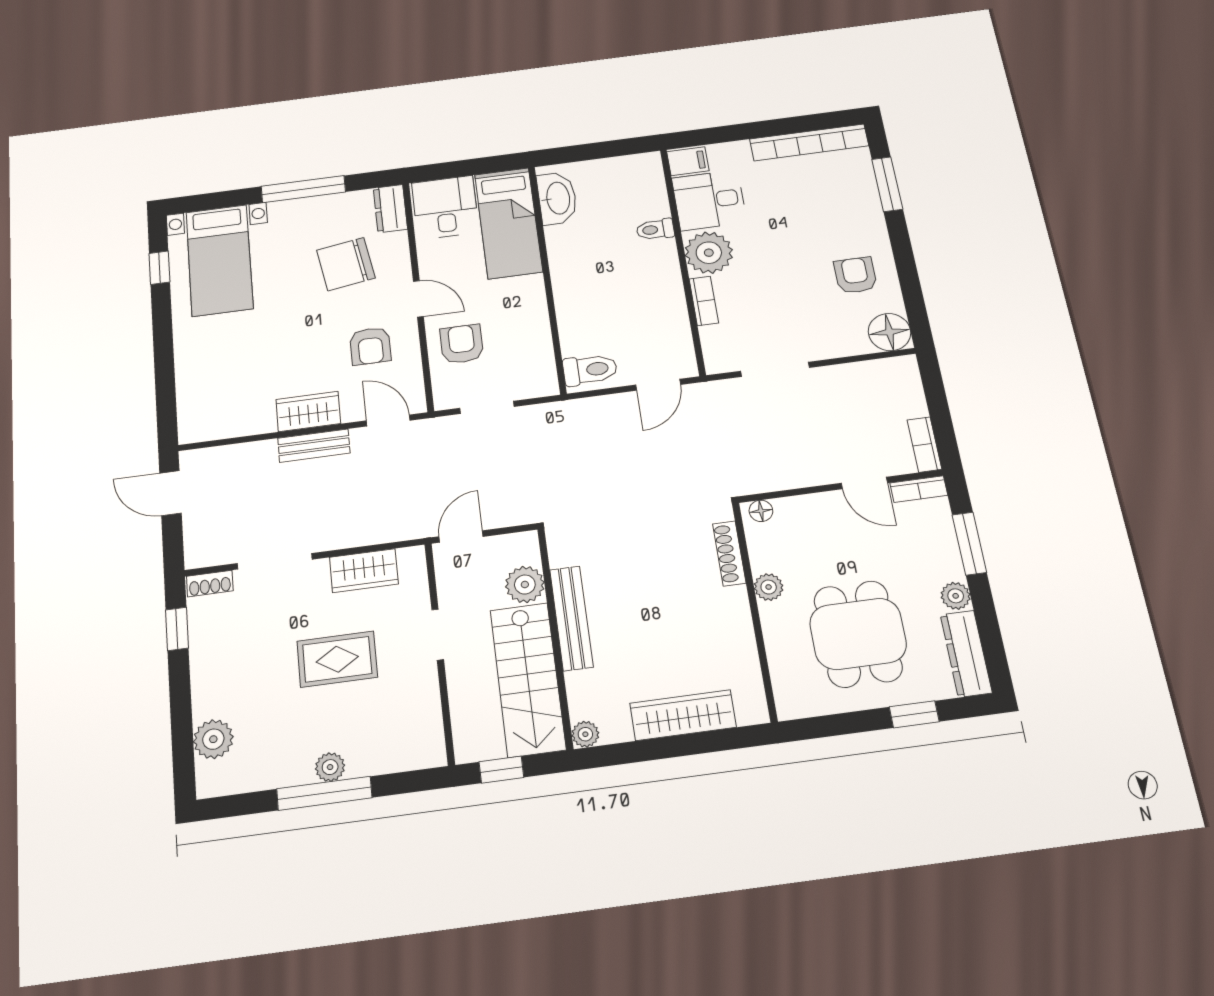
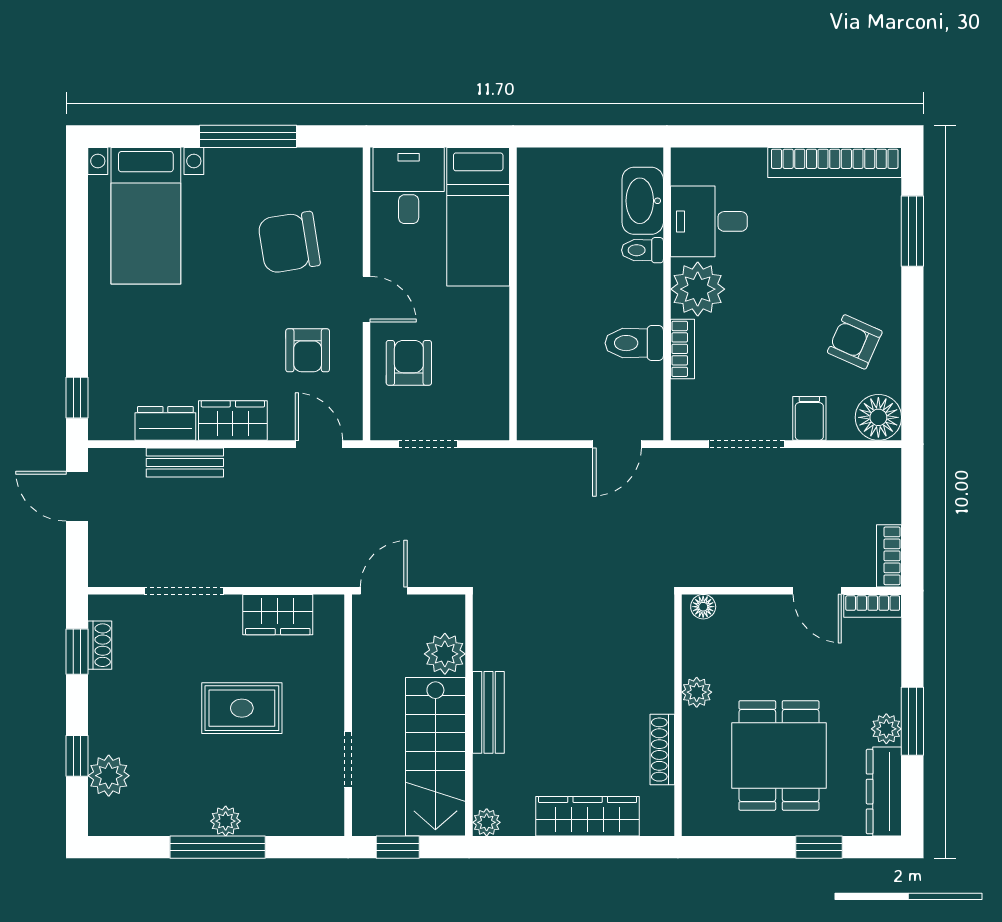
filing cabinet: (688, 161) -> (809, 418), moved, turned -90
washbasin: (557, 198) -> (643, 201), moved, turned 180
dresser: (390, 209) -> (165, 423), moved, turned 90
window: (159, 268) -> (77, 398), moved
armchair: (855, 275) -> (855, 342), turned -66
toilet: (590, 370) -> (634, 343), moved, turned 180
bench: (314, 446) -> (185, 462), moved
window: (969, 544) -> (912, 721), moved
shoe rack: (729, 553) -> (662, 750), moved
shoe rack: (210, 584) -> (100, 645), moved, turned -90
bench: (571, 618) -> (488, 712), width x0.73
doorway: (438, 635) -> (348, 759), moved
window: (182, 725) -> (77, 756), added

